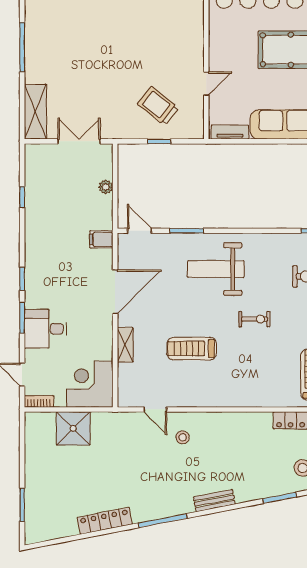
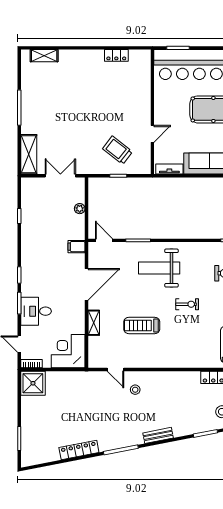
shower: (73, 428) -> (33, 383), moved

